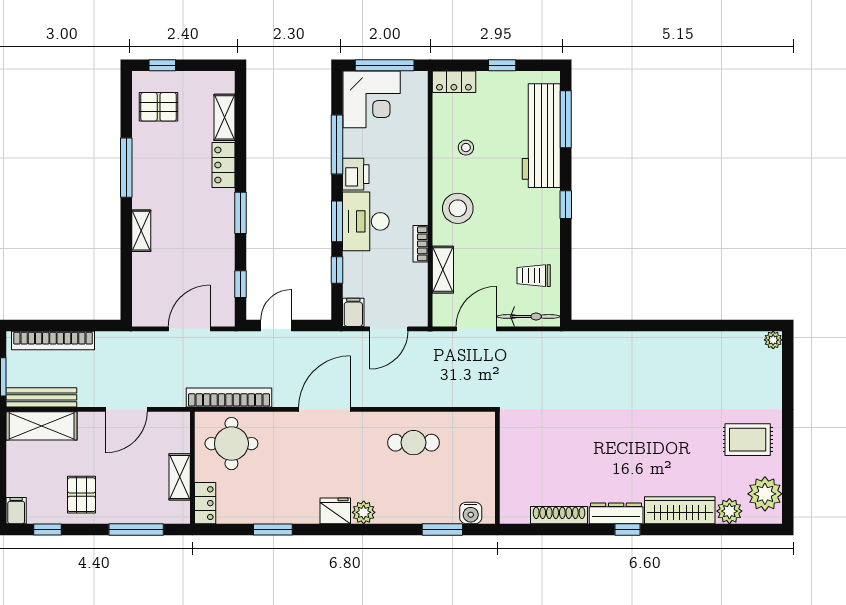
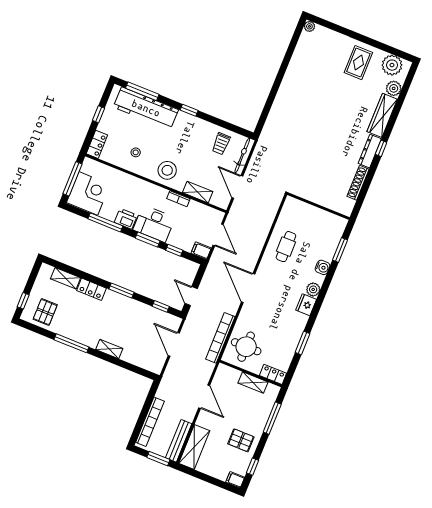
water cooler: (471, 513) -> (322, 267), moved

